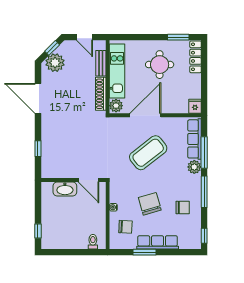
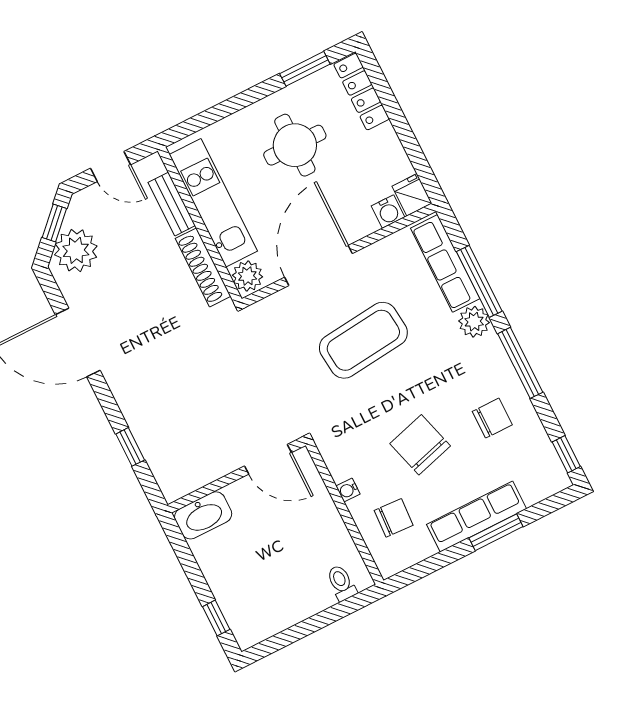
water cooler: (183, 108) -> (388, 212), added
coffee table: (148, 153) -> (363, 340), turned 32
washbasin: (65, 189) -> (203, 515), moved
window: (145, 252) -> (496, 532), moved

